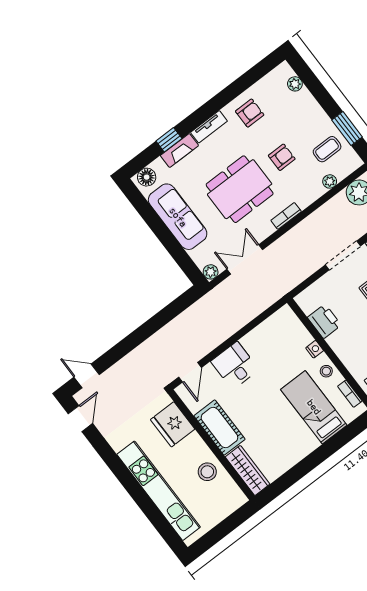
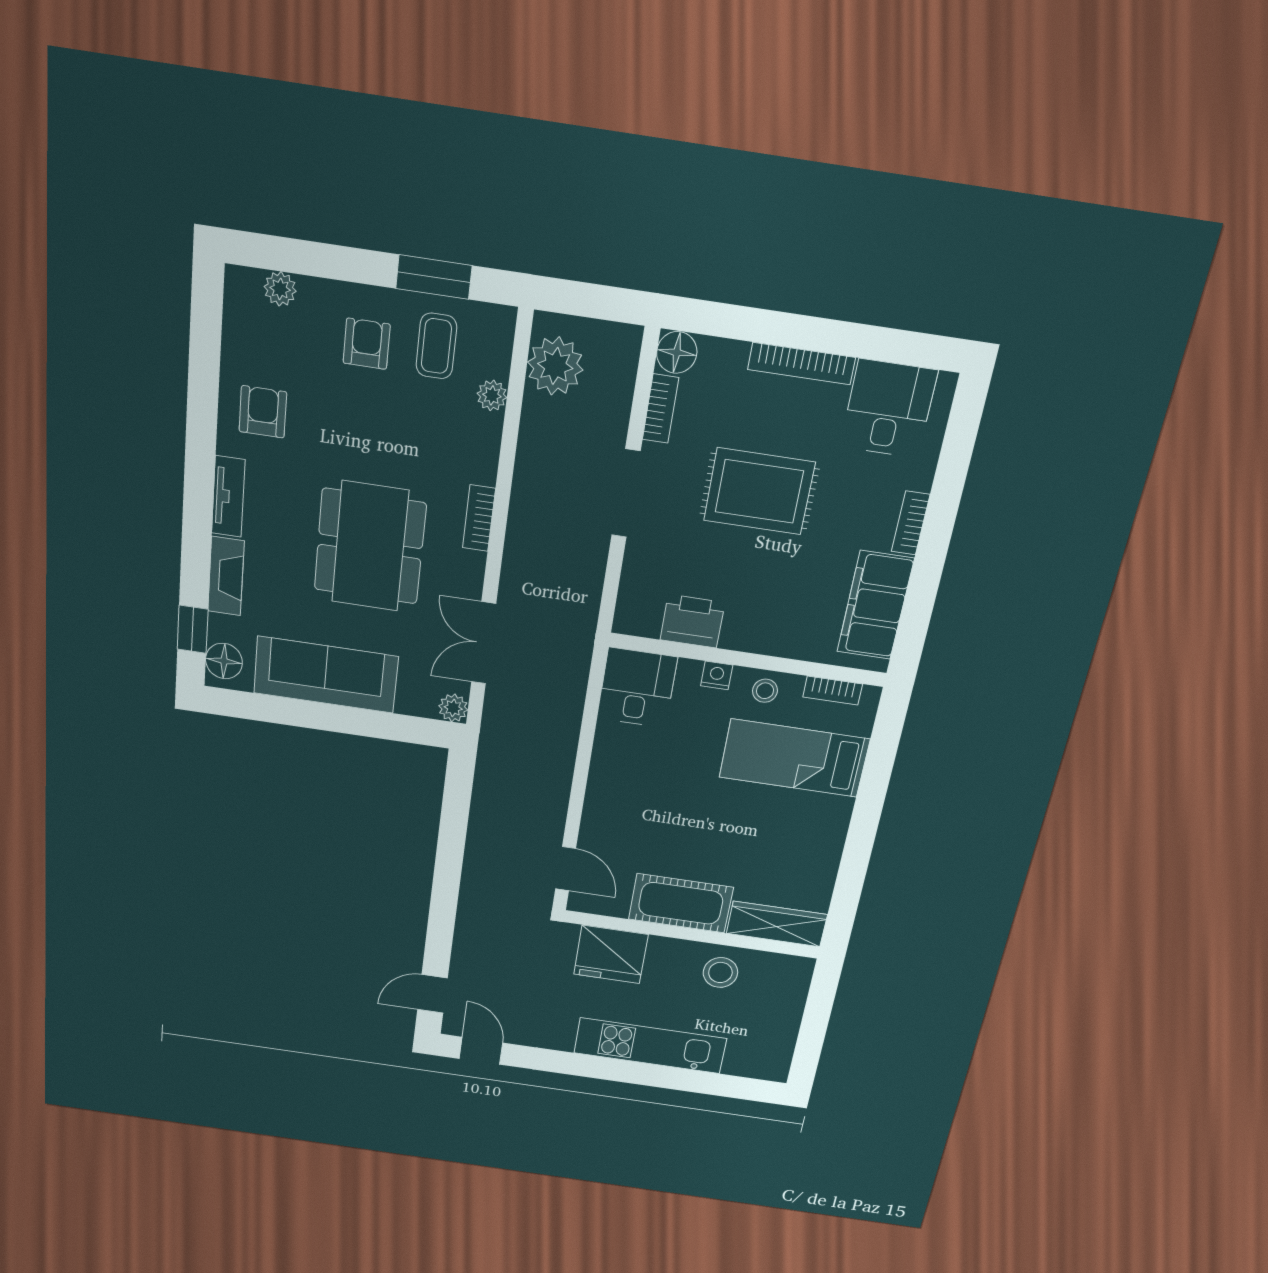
window: (169, 140) -> (193, 629), moved
armchair: (282, 157) -> (367, 344), moved
desk: (235, 365) -> (637, 688), moved, turned 90
kitchen unit: (159, 491) -> (650, 1046), width x0.73

